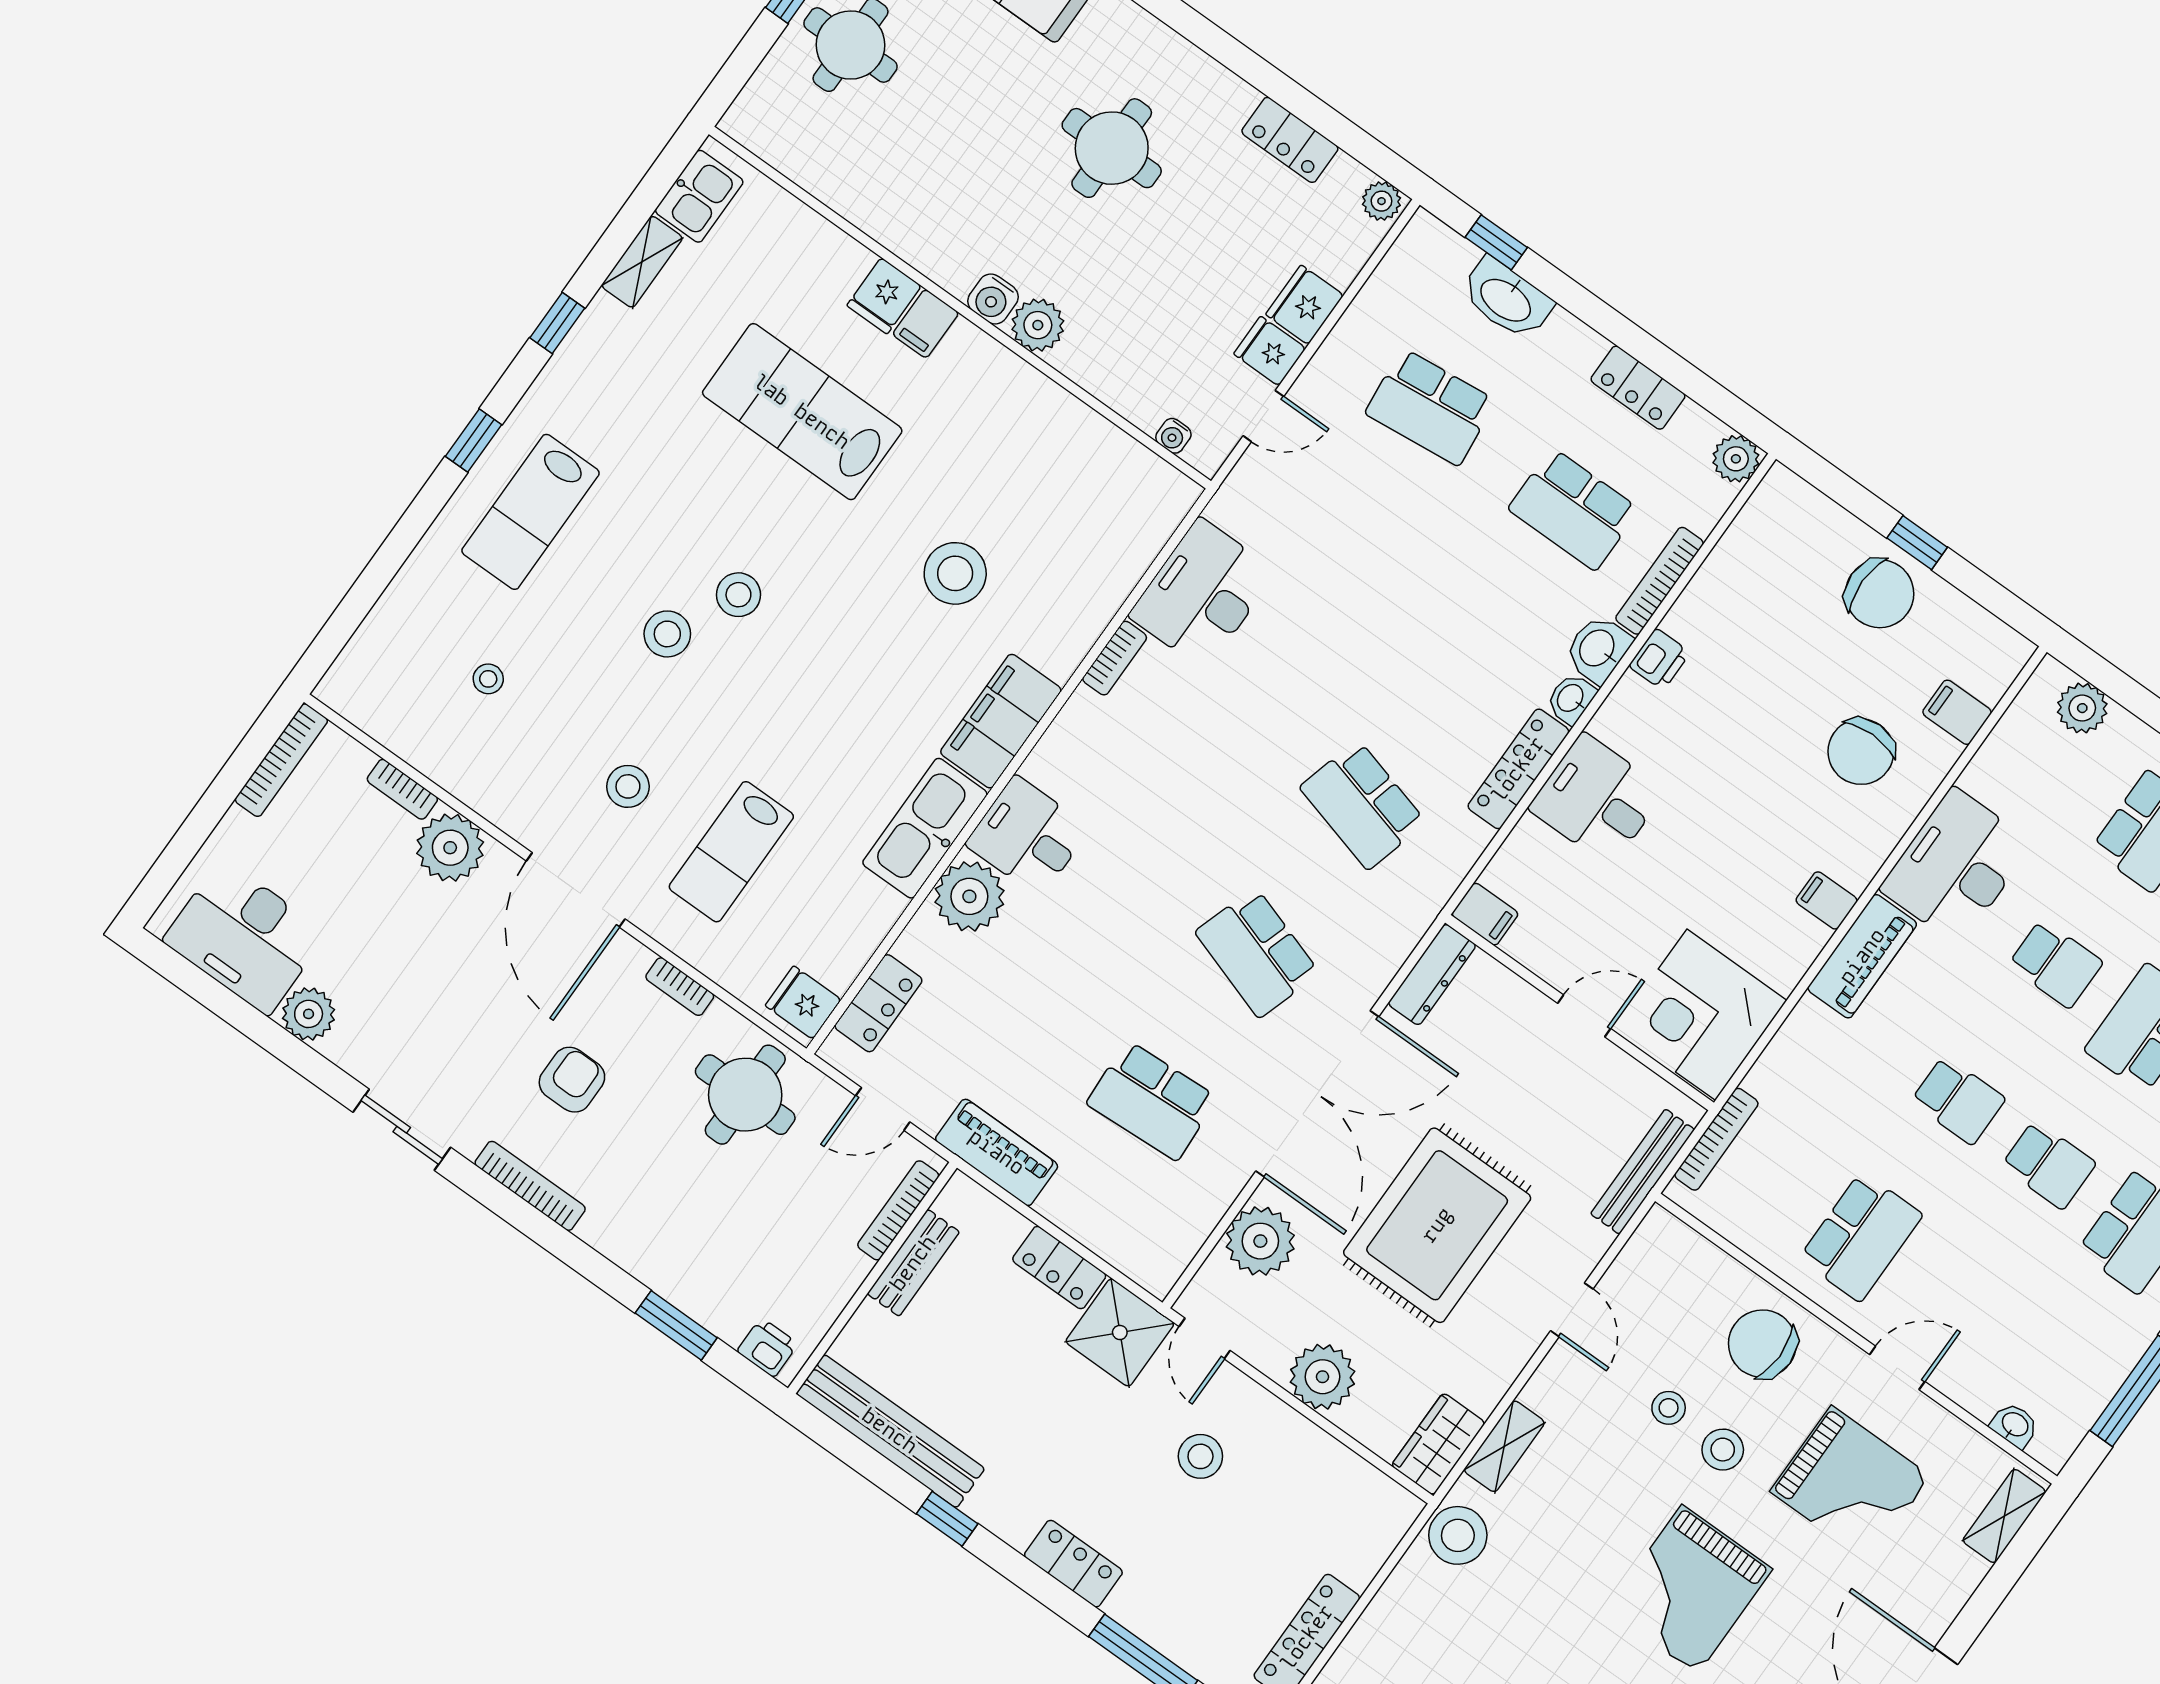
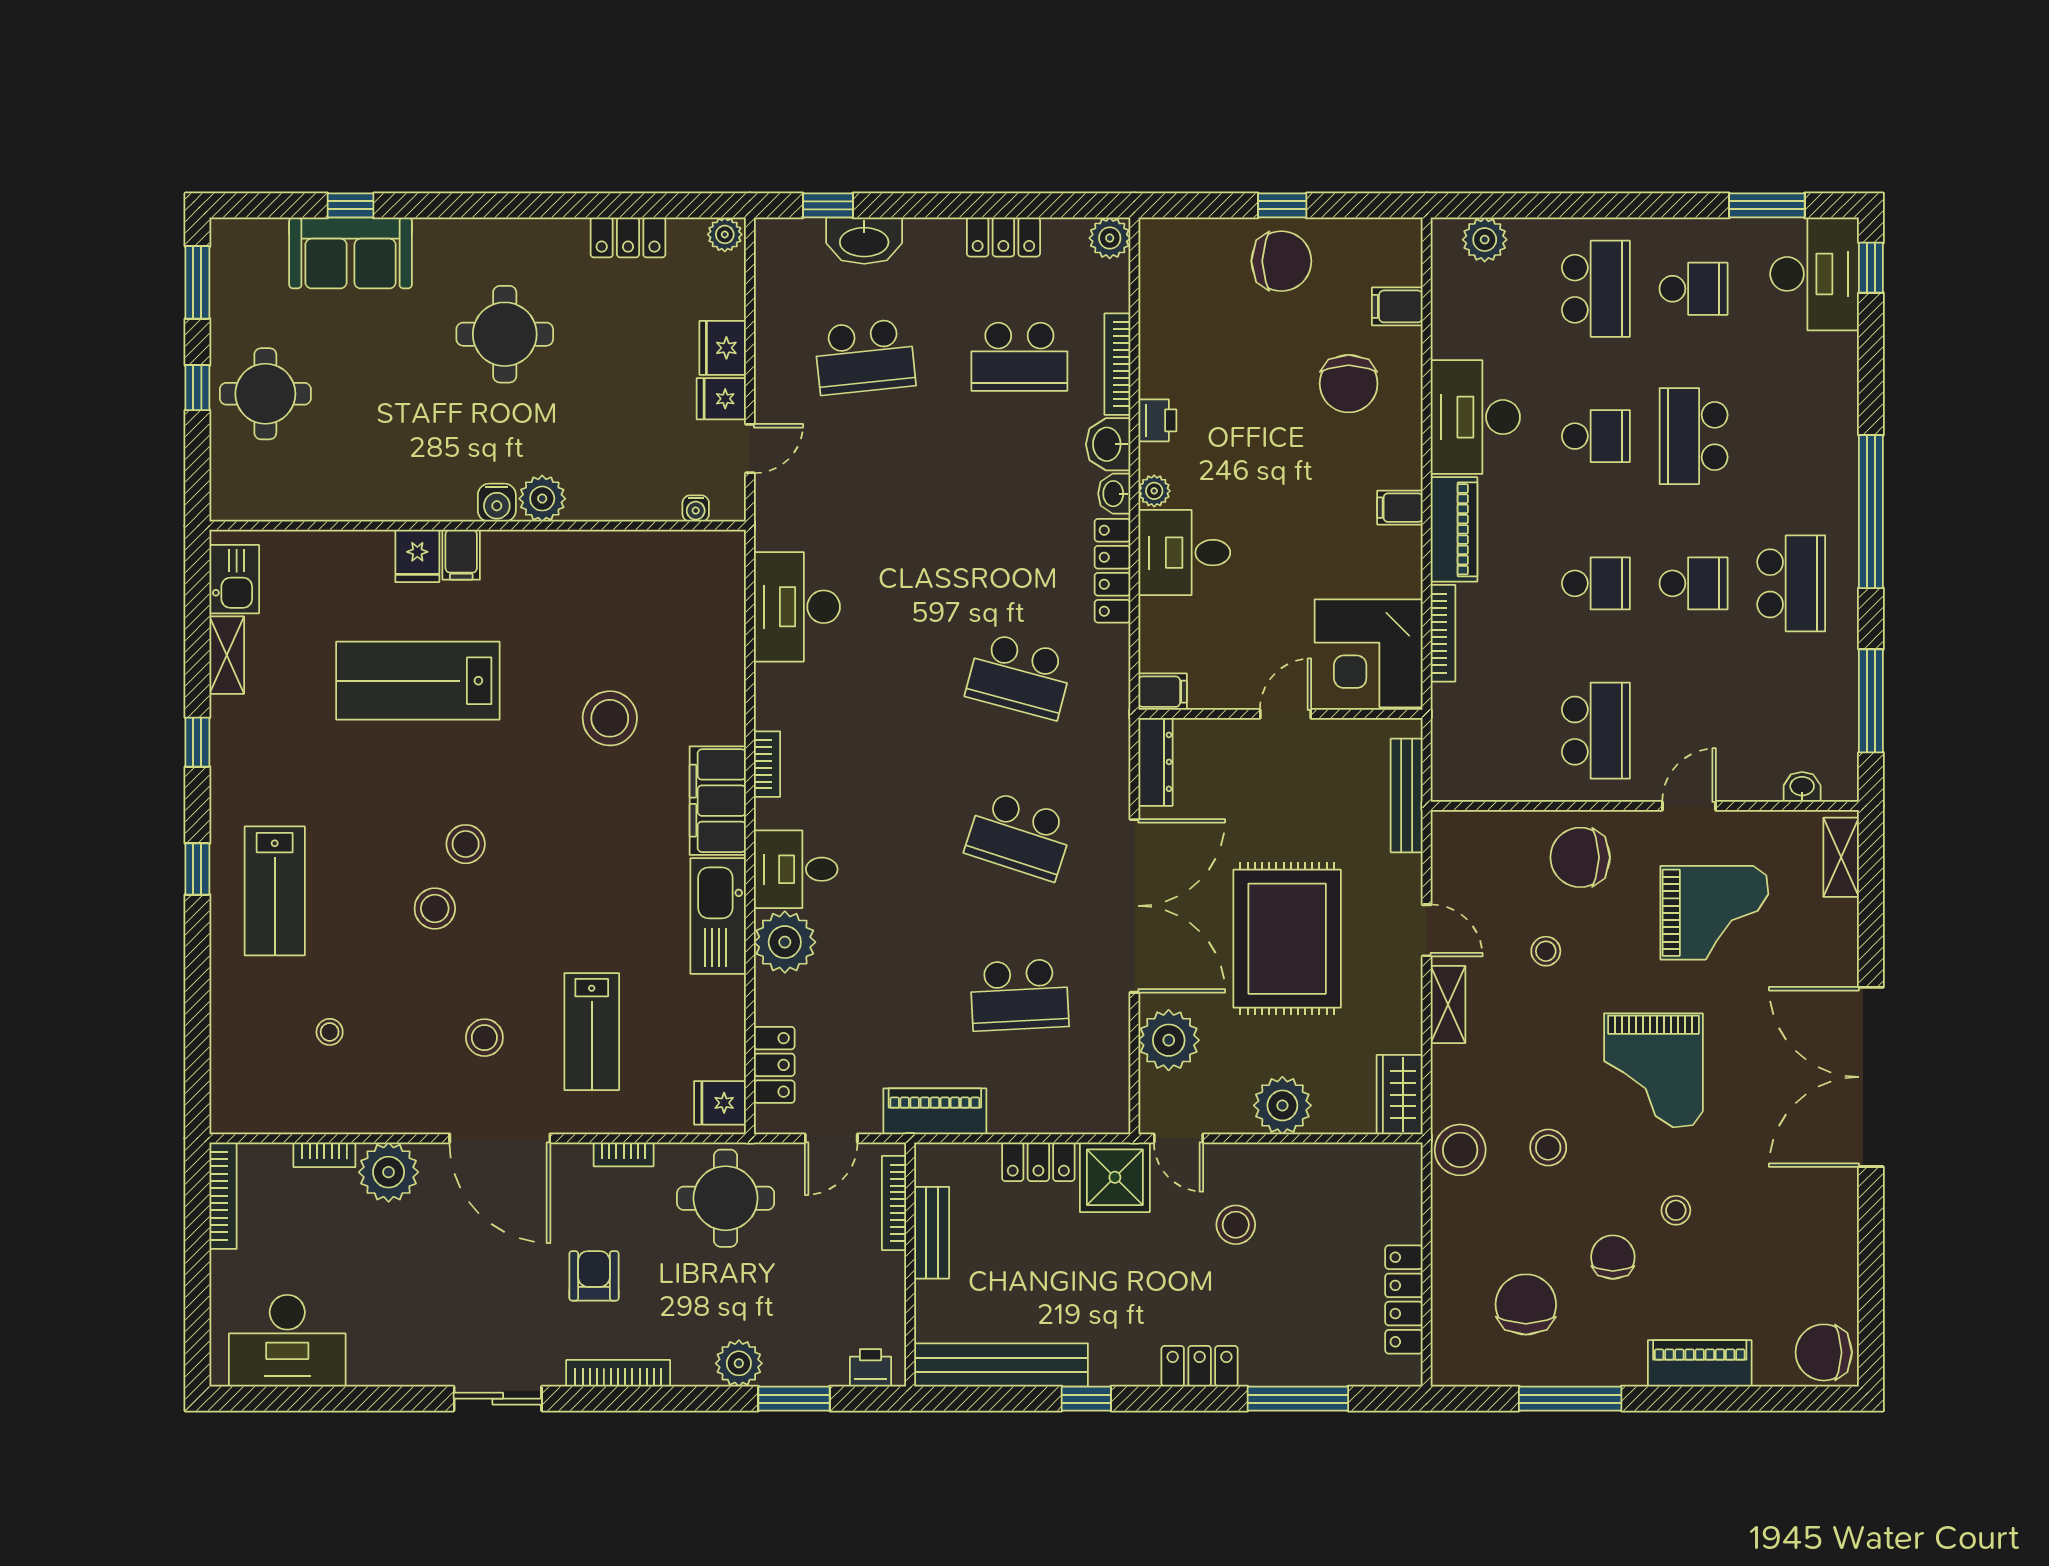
bookcase: (1115, 658) -> (767, 764), moved
plant: (1610, 723) -> (1154, 491), added
plant: (309, 1014) -> (739, 1363), moved
bookcase: (1716, 1139) -> (1443, 633), moved
shelving: (1504, 1446) -> (1448, 1004), moved
stool: (1723, 1450) -> (1548, 1148), moved

